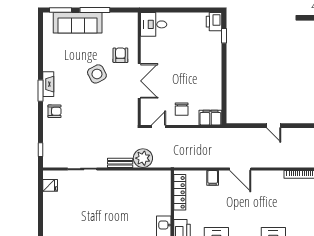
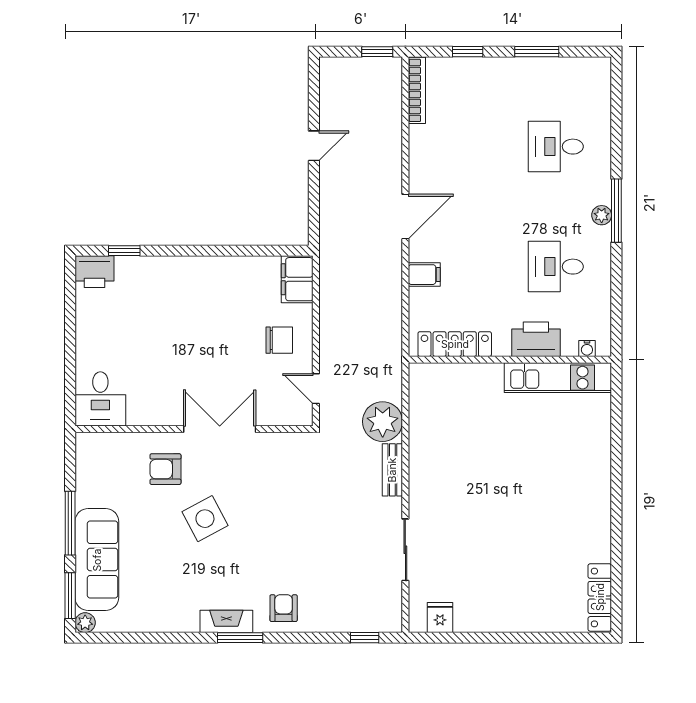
plant: (48, 17) -> (85, 623), added

